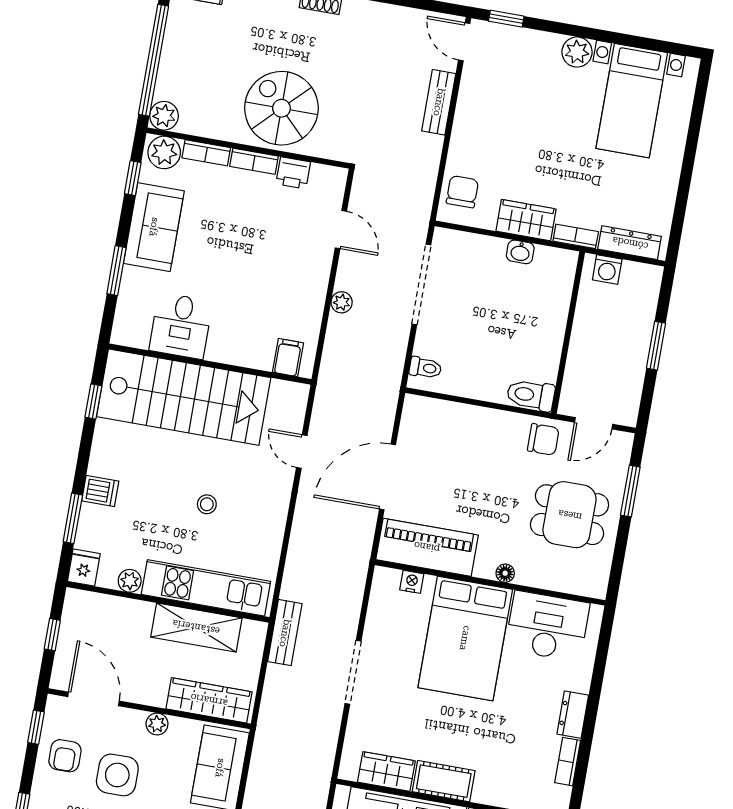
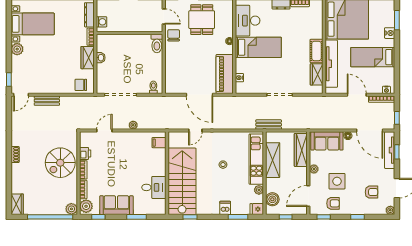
boiler: (101, 610) -> (272, 199), added
bed: (465, 638) -> (258, 47), width x0.67

